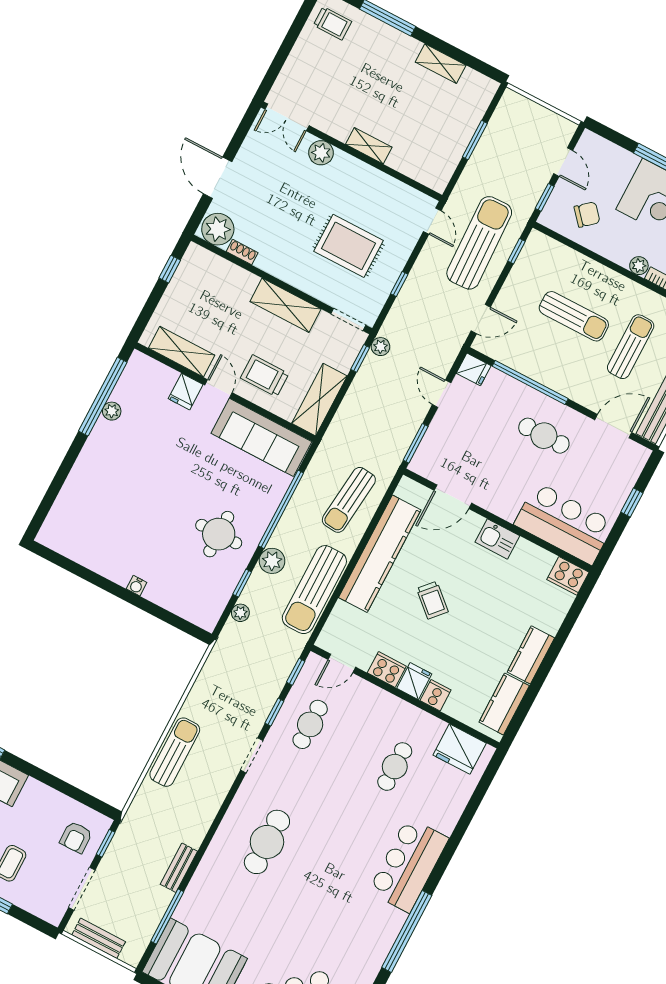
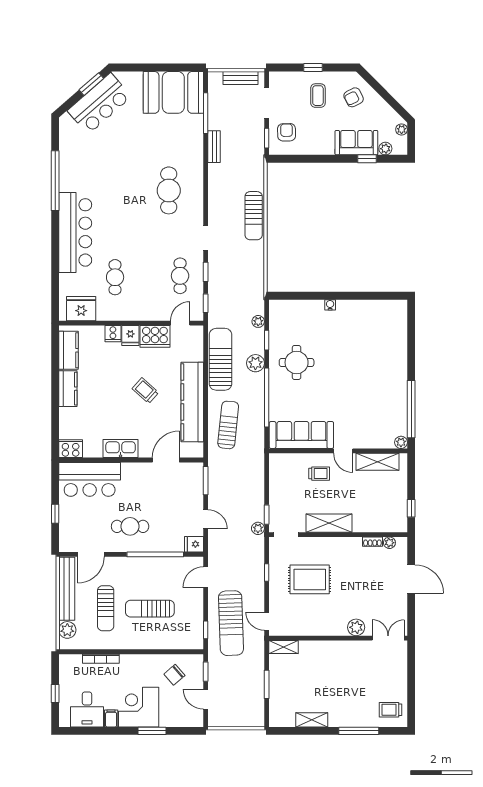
shelving: (369, 146) -> (283, 647), moved
plant: (218, 229) -> (389, 543), width x0.53, depth x0.53
plant: (639, 266) -> (126, 660), removed
trolley: (265, 376) -> (319, 474), width x0.73, depth x0.72
fridge: (186, 392) -> (362, 439), removed
shelving: (319, 400) -> (278, 477), removed
plant: (112, 411) -> (401, 442), moved
kitchen sink: (497, 539) -> (121, 449), width x1.38
cooker: (387, 670) -> (155, 336), width x1.37, depth x1.31
bar counter: (409, 865) -> (75, 232), width x1.36

